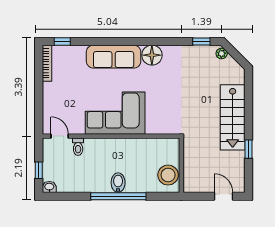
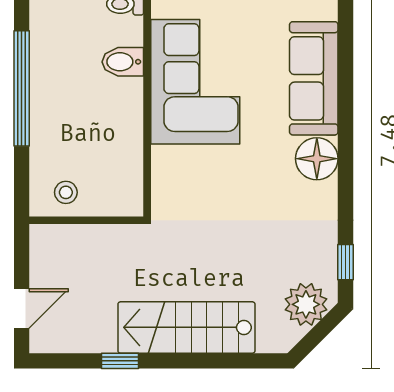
plant: (222, 54) -> (306, 304), width x1.87, depth x1.87
stool: (168, 175) -> (66, 192), width x0.53, depth x0.53
bidet: (118, 183) -> (123, 62), moved, turned 180

